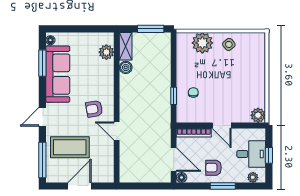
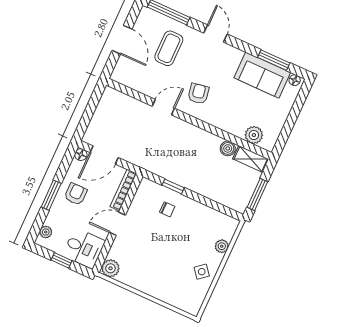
plant: (202, 43) -> (222, 246), width x0.53, depth x0.53
sofa: (58, 74) -> (262, 75), width x0.73
coffee table: (70, 147) -> (169, 48), width x0.73, depth x0.76
desk: (251, 154) -> (84, 248), moved, turned -90

